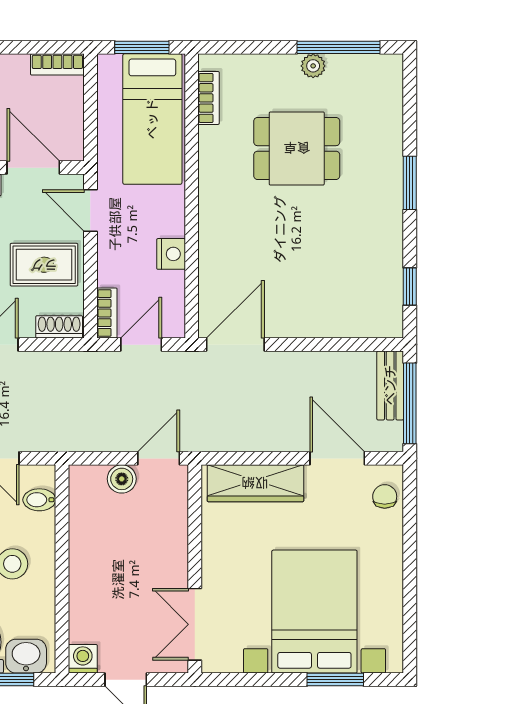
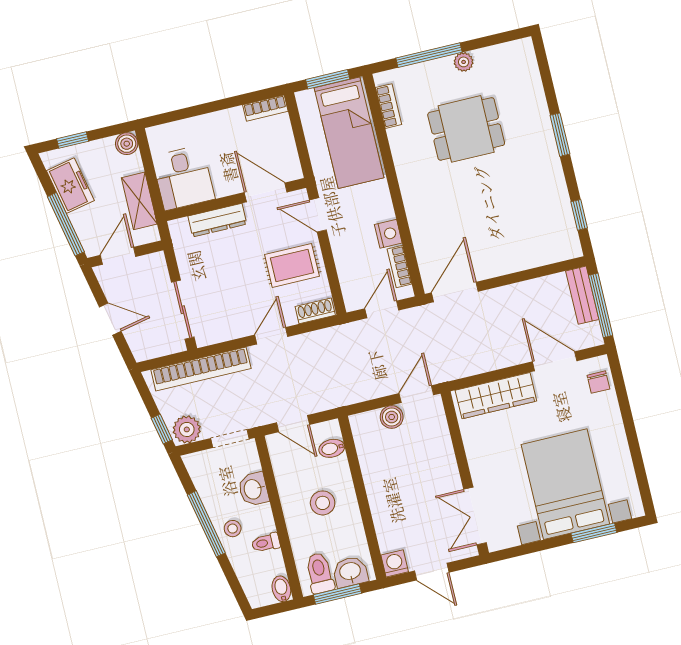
window: (339, 47) -> (429, 55), moved
bookcase: (107, 313) -> (400, 266), moved, turned 180
chair: (385, 496) -> (598, 382), turned 180

